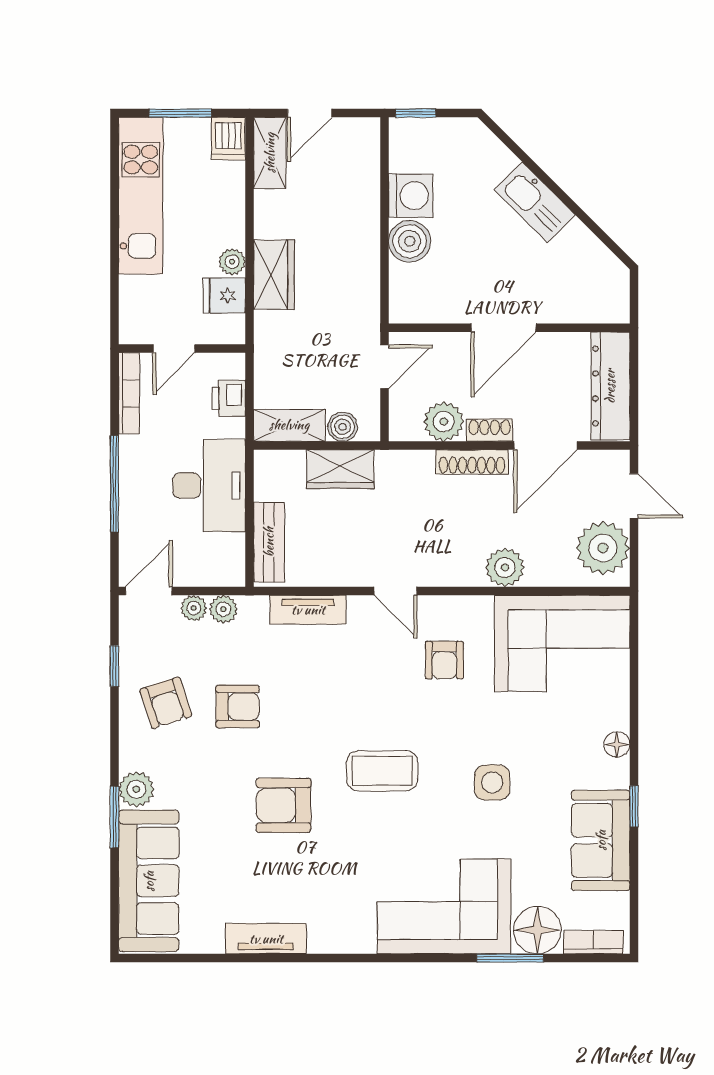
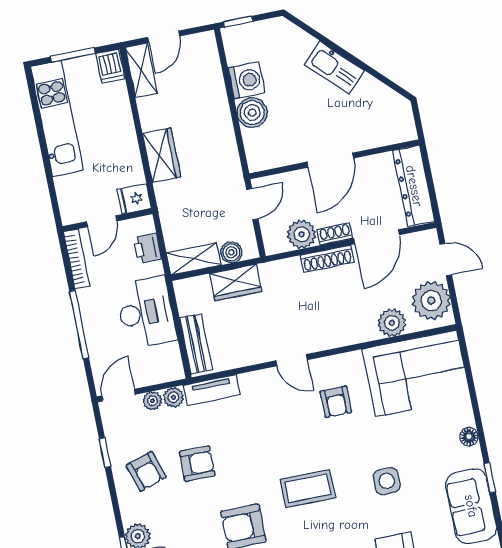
plant: (232, 262) -> (130, 152), removed
fridge: (224, 295) -> (134, 199), moved
plant: (505, 567) -> (392, 323), moved
tv unit: (308, 610) -> (212, 390), moved

